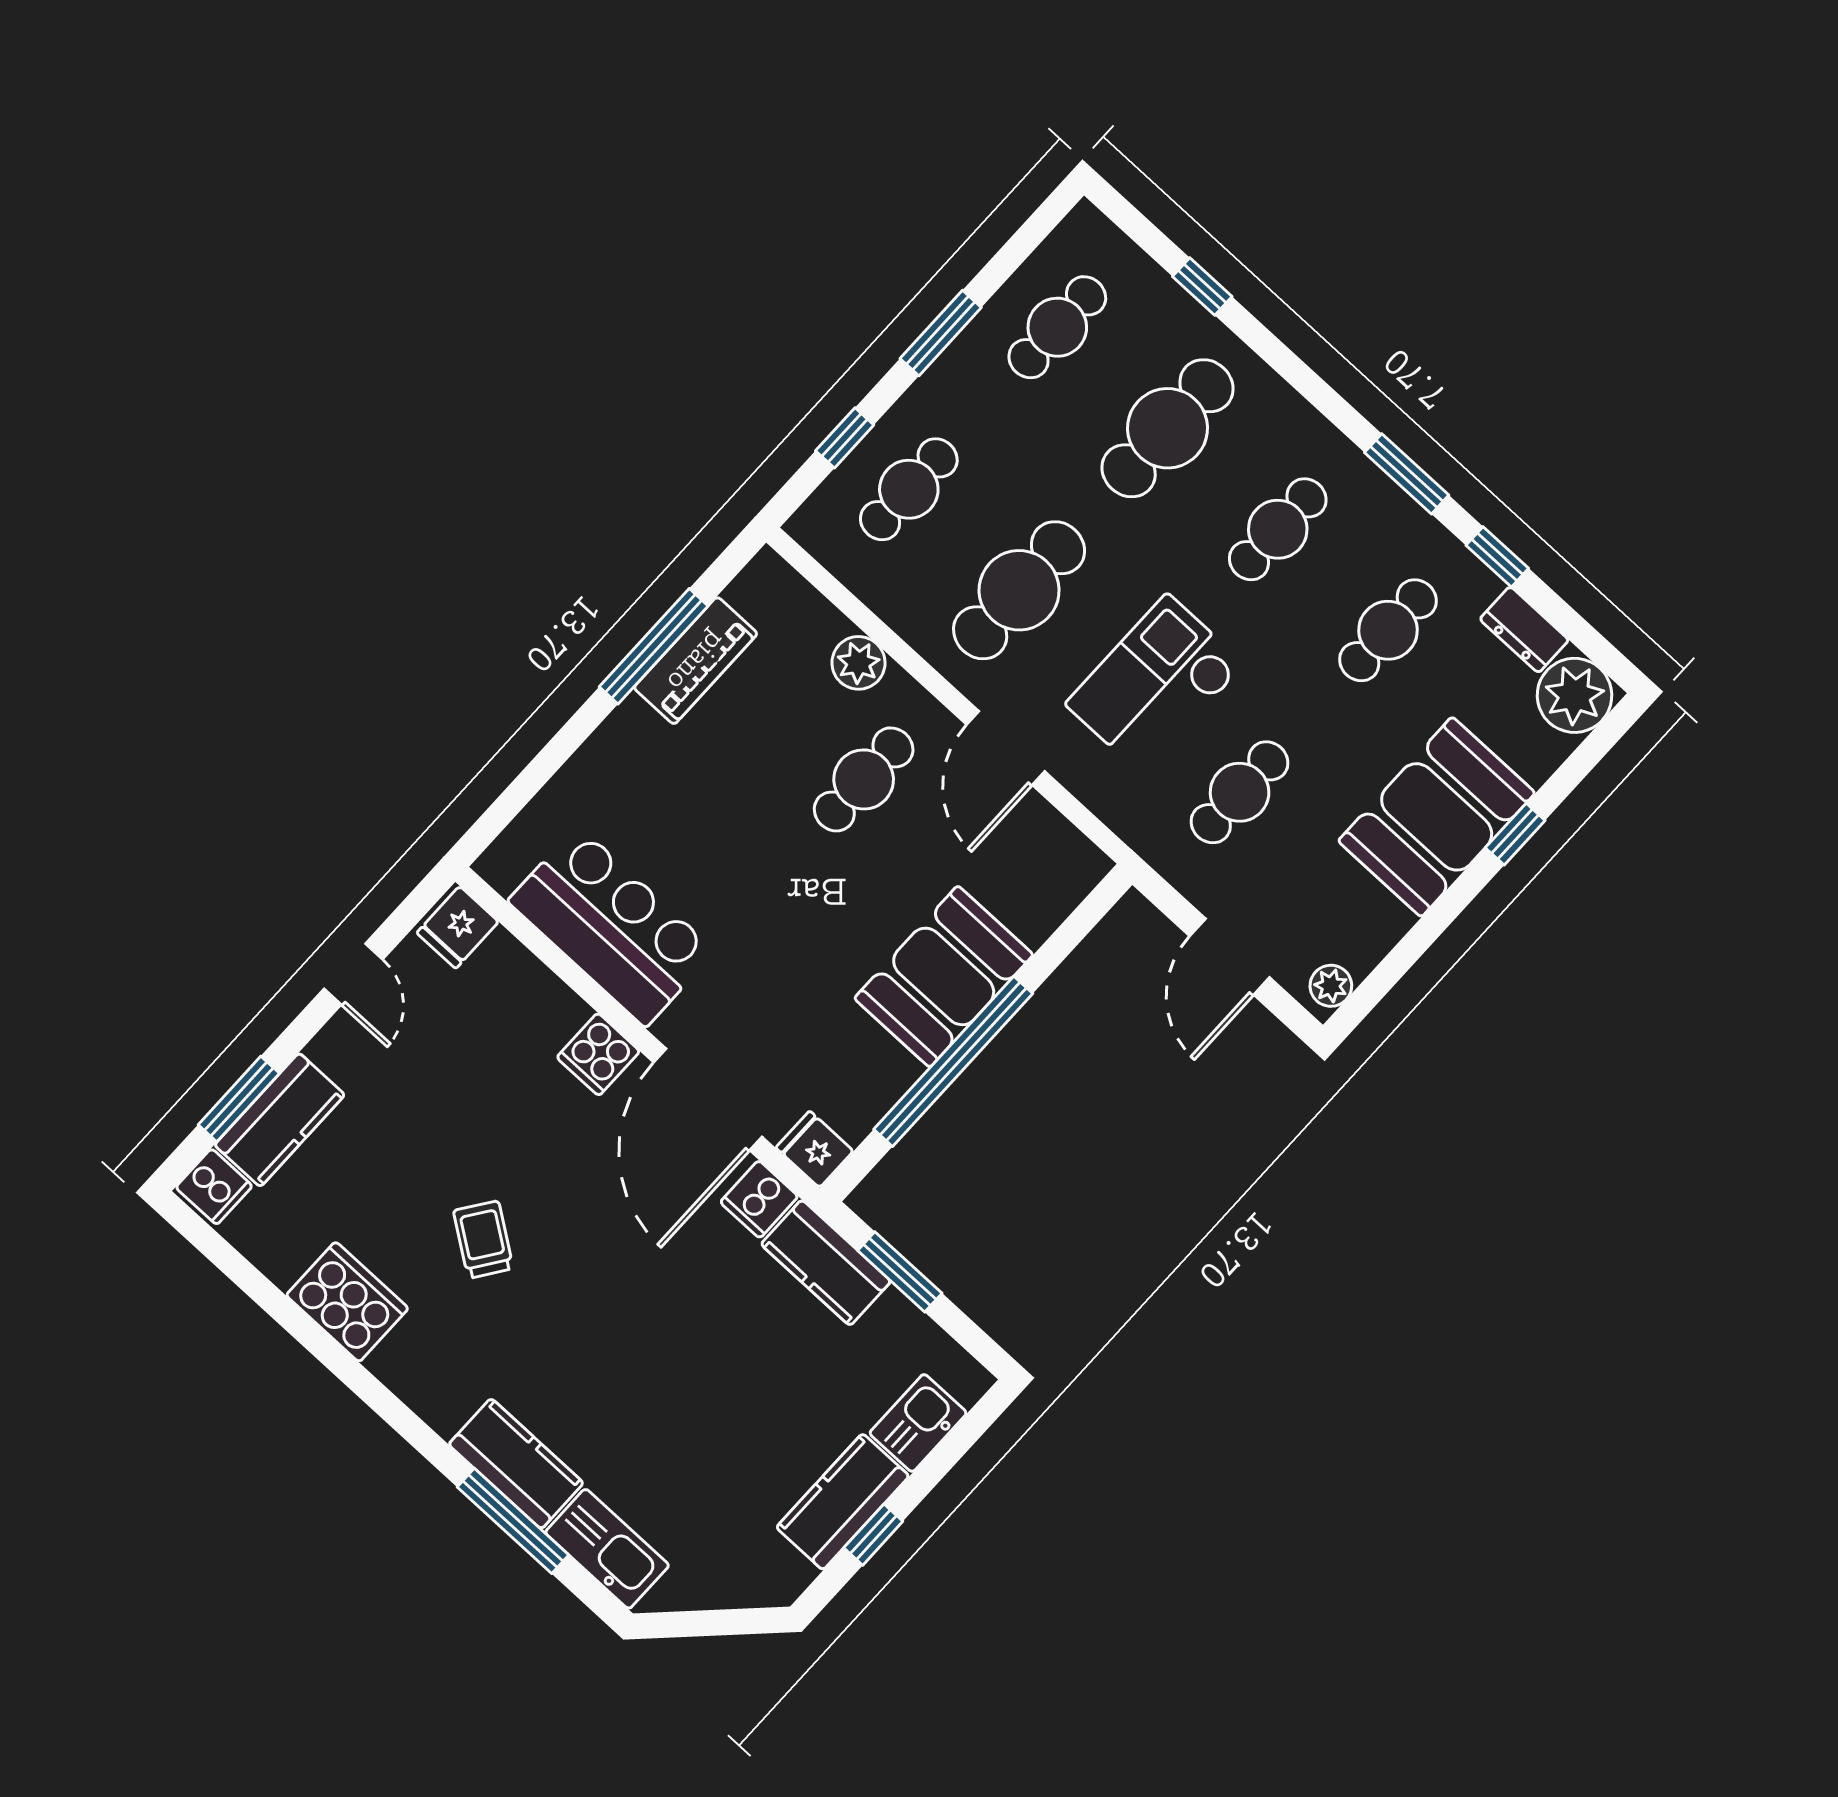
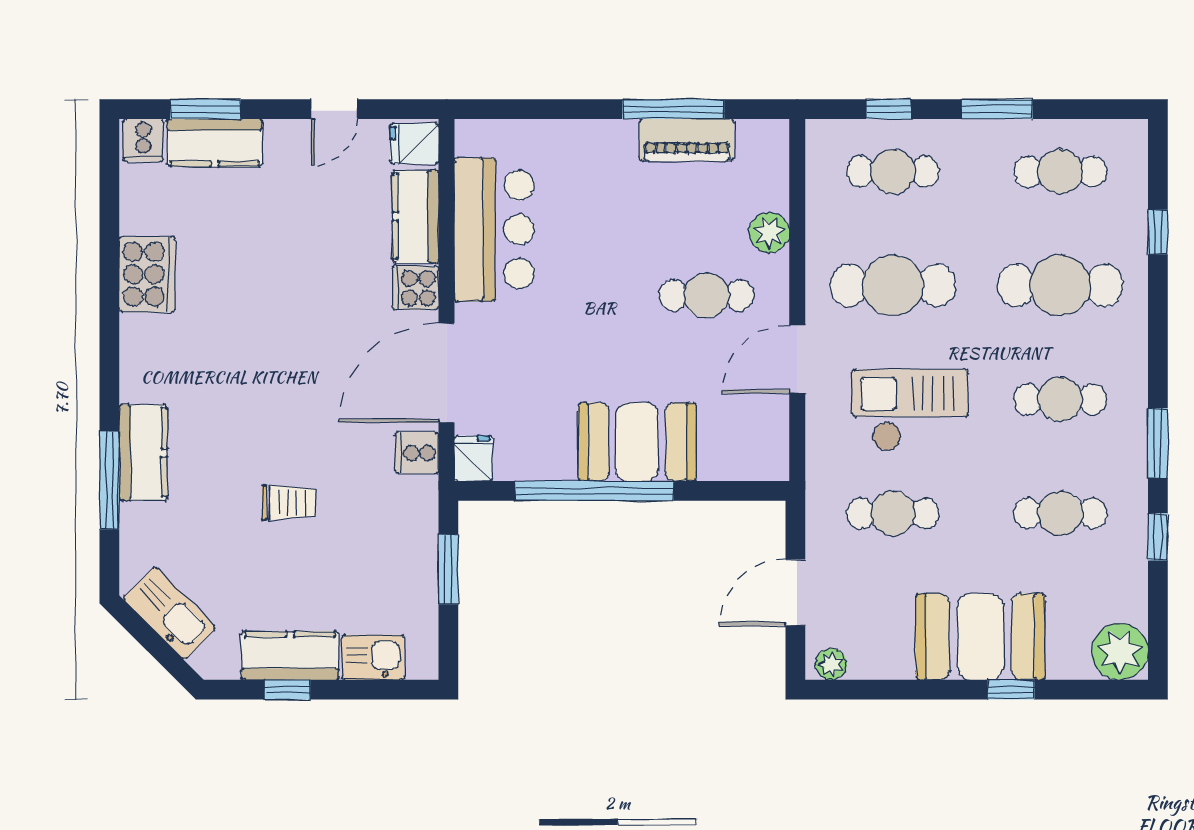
dresser: (1524, 630) -> (1131, 590), removed
trolley: (483, 1240) -> (289, 502), moved, turned 55
kitchen counter: (826, 1263) -> (416, 216), moved
kitchen sink: (607, 1549) -> (170, 613), moved, turned -45

